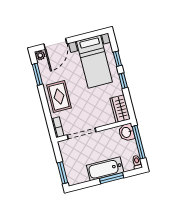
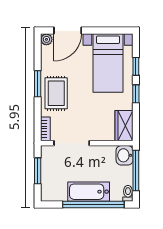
window: (37, 74) -> (38, 84), moved
window: (63, 173) -> (38, 171), moved
window: (112, 178) -> (93, 204), width x2.11

